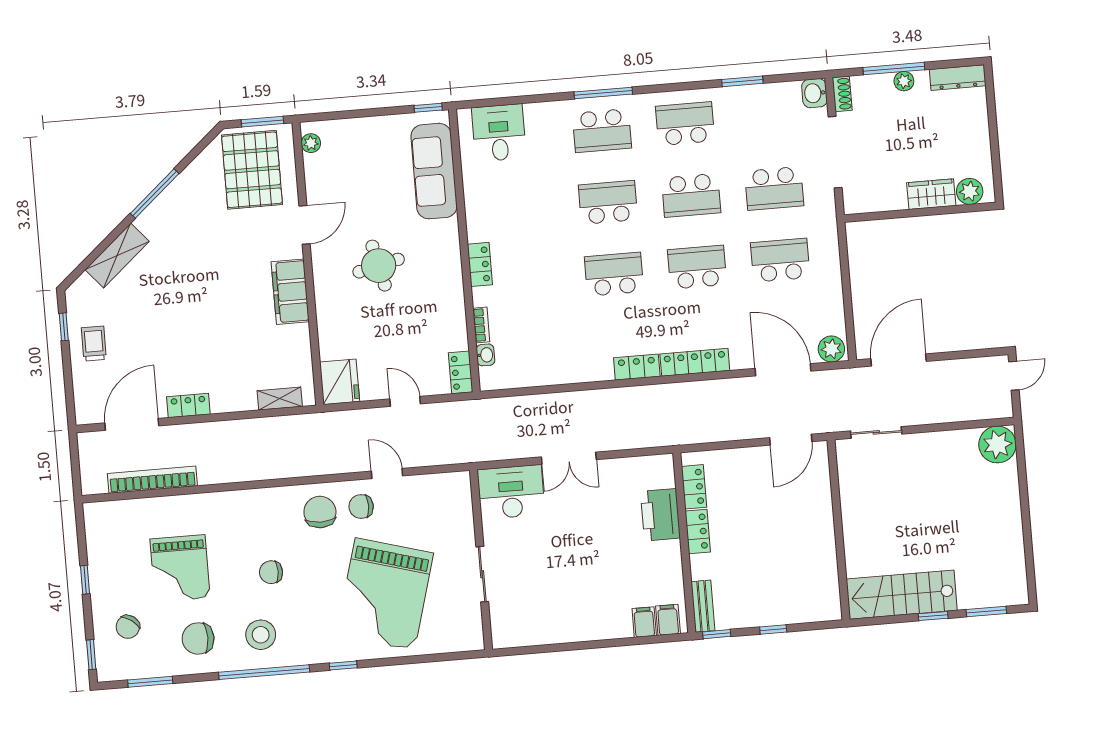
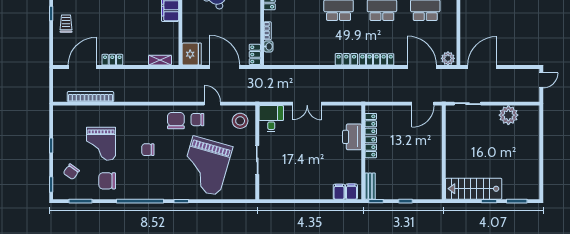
door: (405, 401) -> (225, 67), width x1.87
plant: (997, 444) -> (508, 115), moved
desk: (511, 492) -> (271, 119), width x0.73
stool: (261, 635) -> (240, 121), moved

